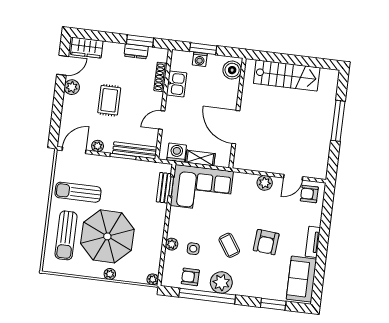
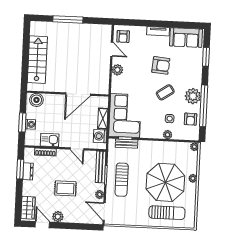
sun lounger: (78, 192) -> (122, 180), moved

